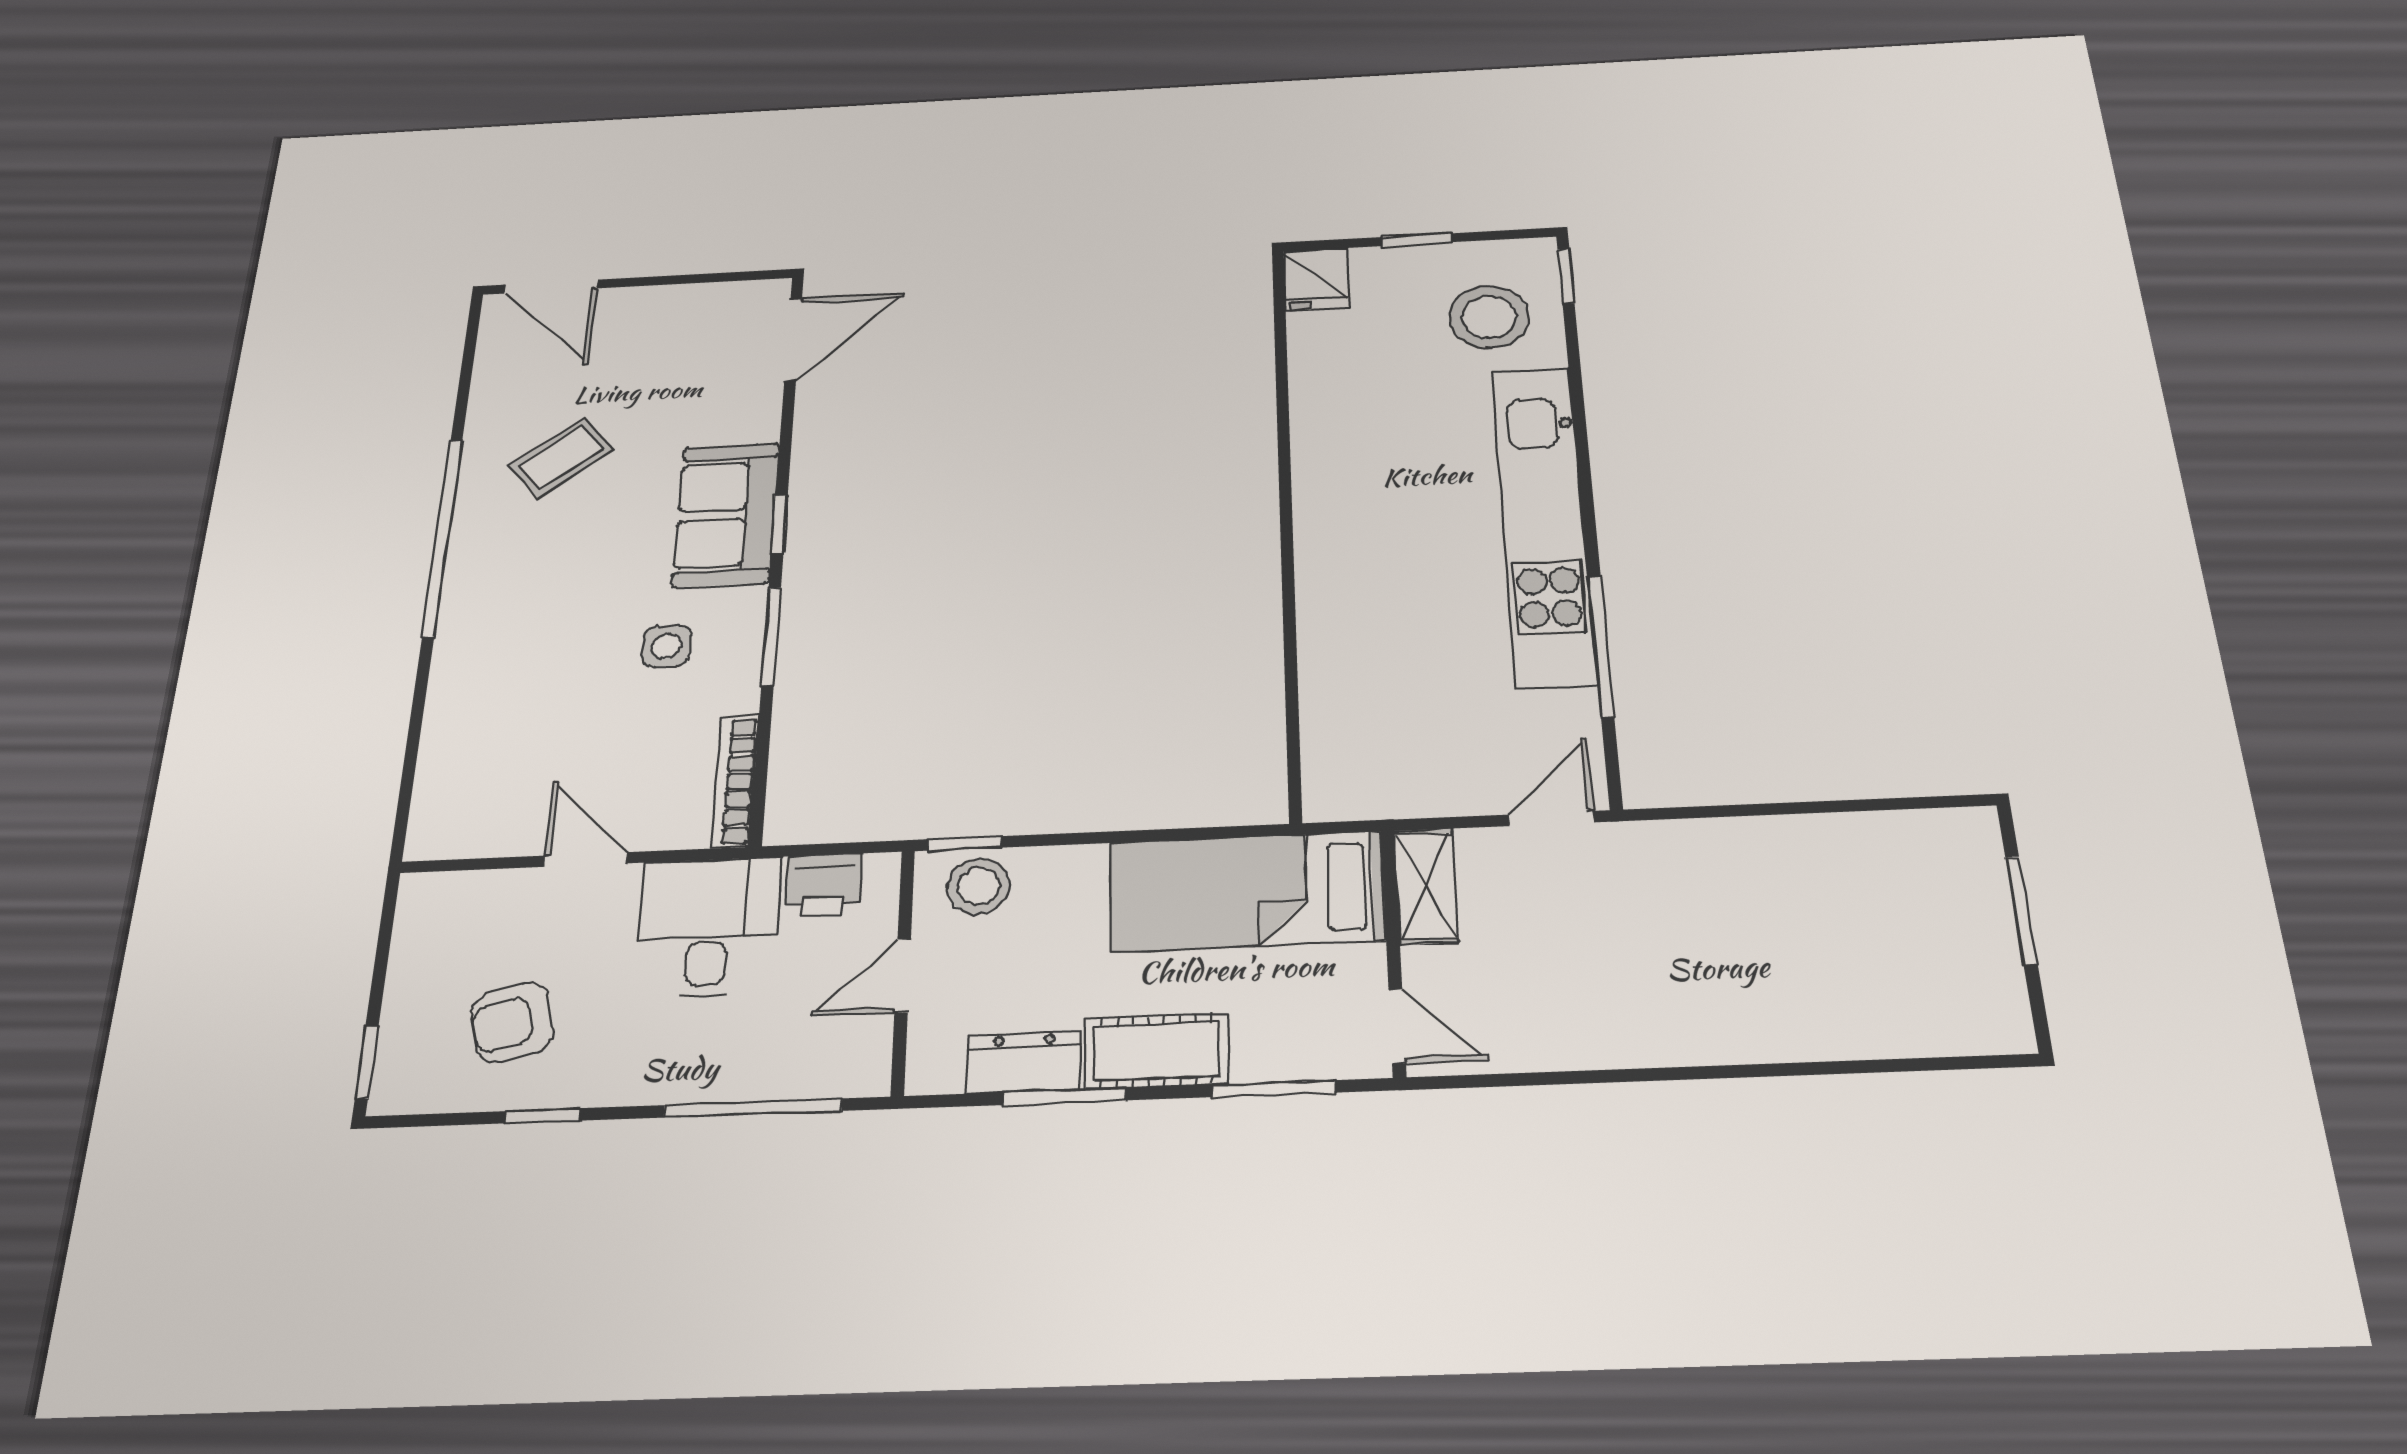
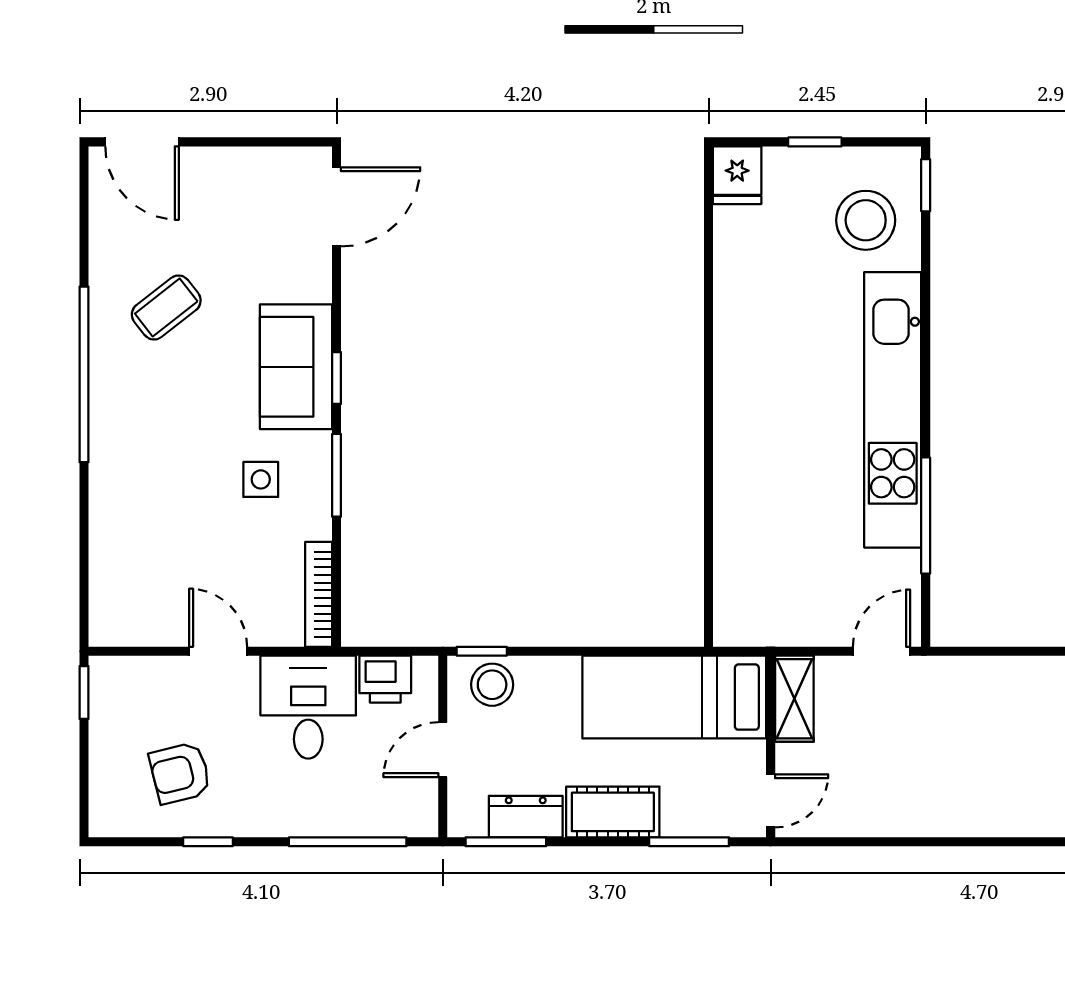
door: (1397, 1026) -> (771, 801), hinge flipped
window: (367, 1062) -> (84, 693), moved
window: (1064, 1096) -> (506, 842), moved

